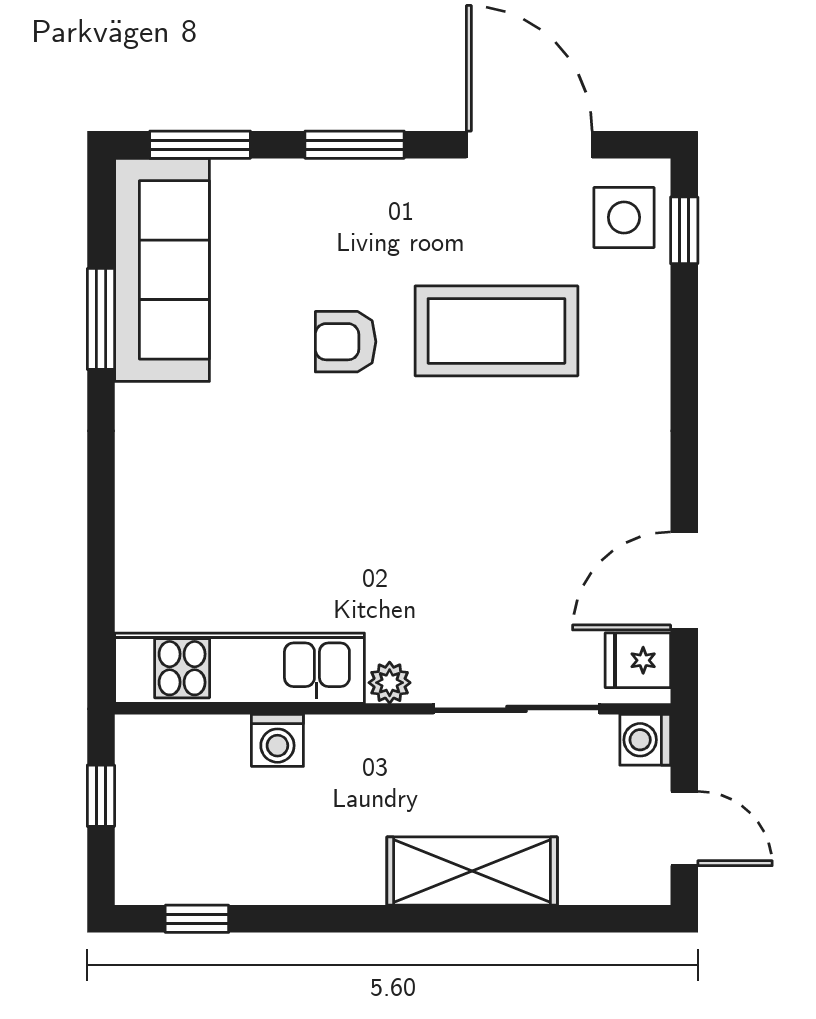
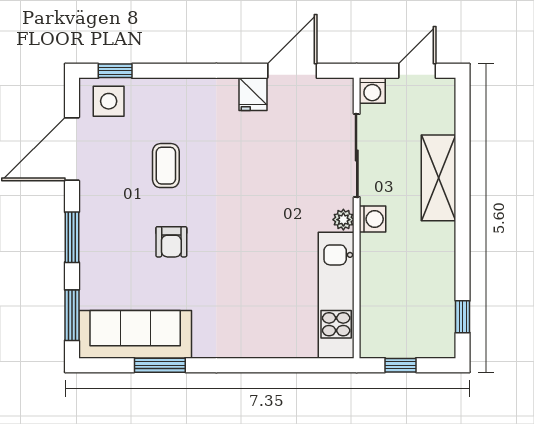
coffee table: (496, 331) -> (166, 166), width x0.54, depth x0.58
door: (684, 581) -> (292, 71), swing flipped
fridge: (638, 660) -> (253, 94), moved
washing machine: (277, 740) -> (373, 219), moved

